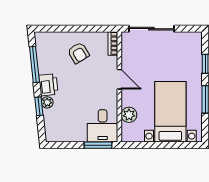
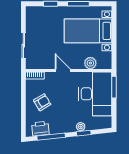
sliding door: (151, 29) -> (23, 46), width x0.73
door: (119, 79) -> (63, 70), hinge flipped
printer: (48, 85) -> (40, 129), moved
desk: (103, 126) -> (95, 94), width x1.87, depth x1.30

